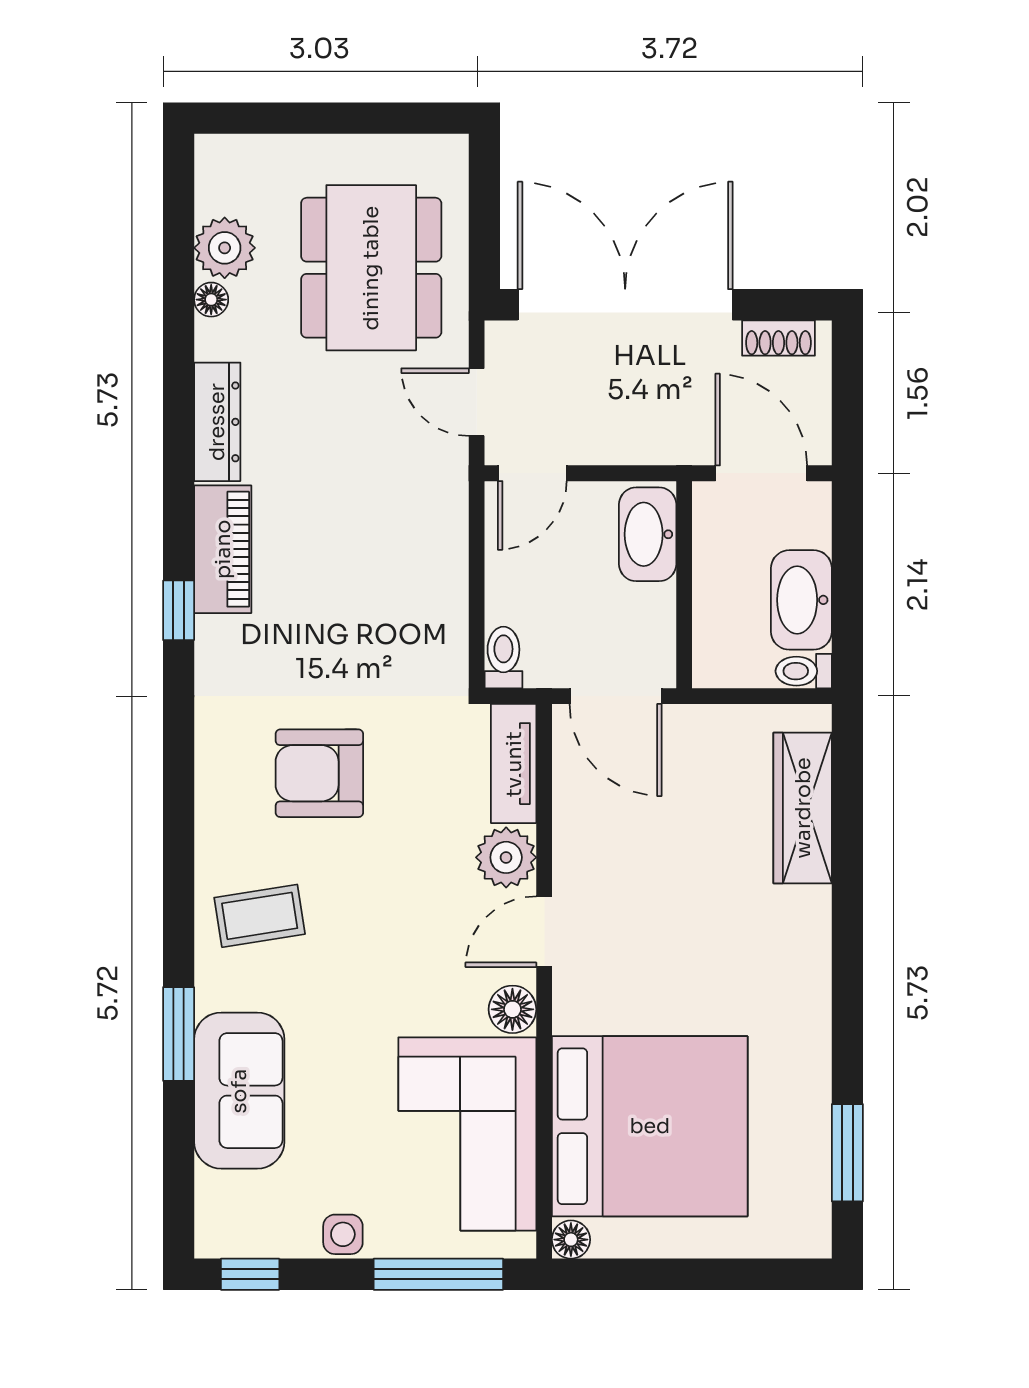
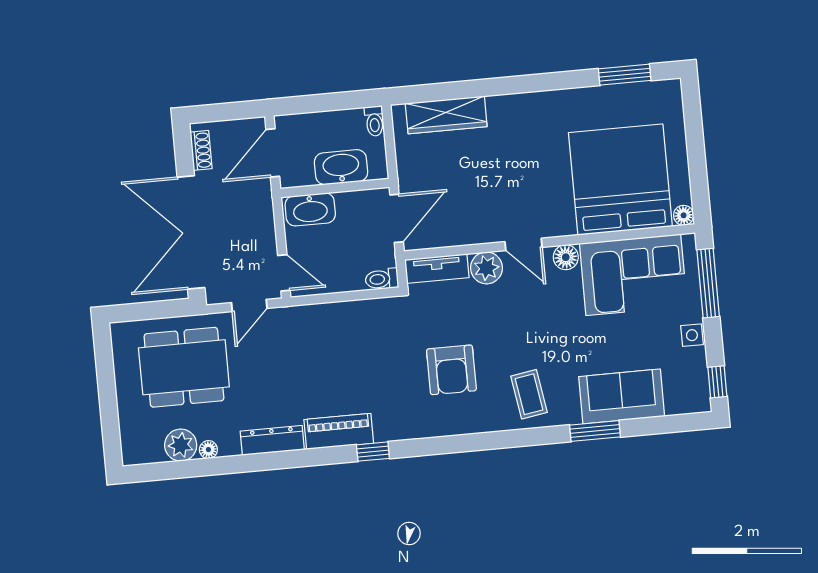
washbasin: (801, 600) -> (341, 167), moved, turned 180

